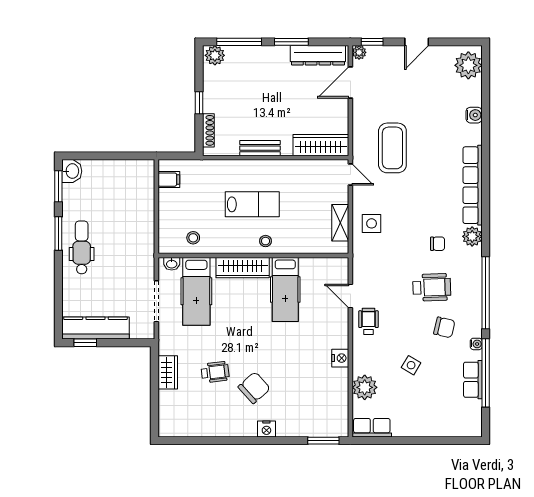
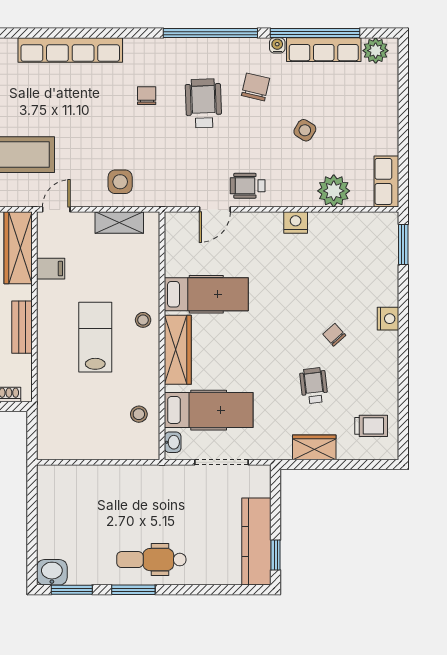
filing cabinet: (169, 180) -> (51, 269), moved, turned 90
plant: (472, 236) -> (376, 51), moved
row of seats: (473, 380) -> (324, 50), width x1.48
chair: (254, 388) -> (334, 335), width x0.54, depth x0.54
trolley: (184, 416) -> (371, 426), added

